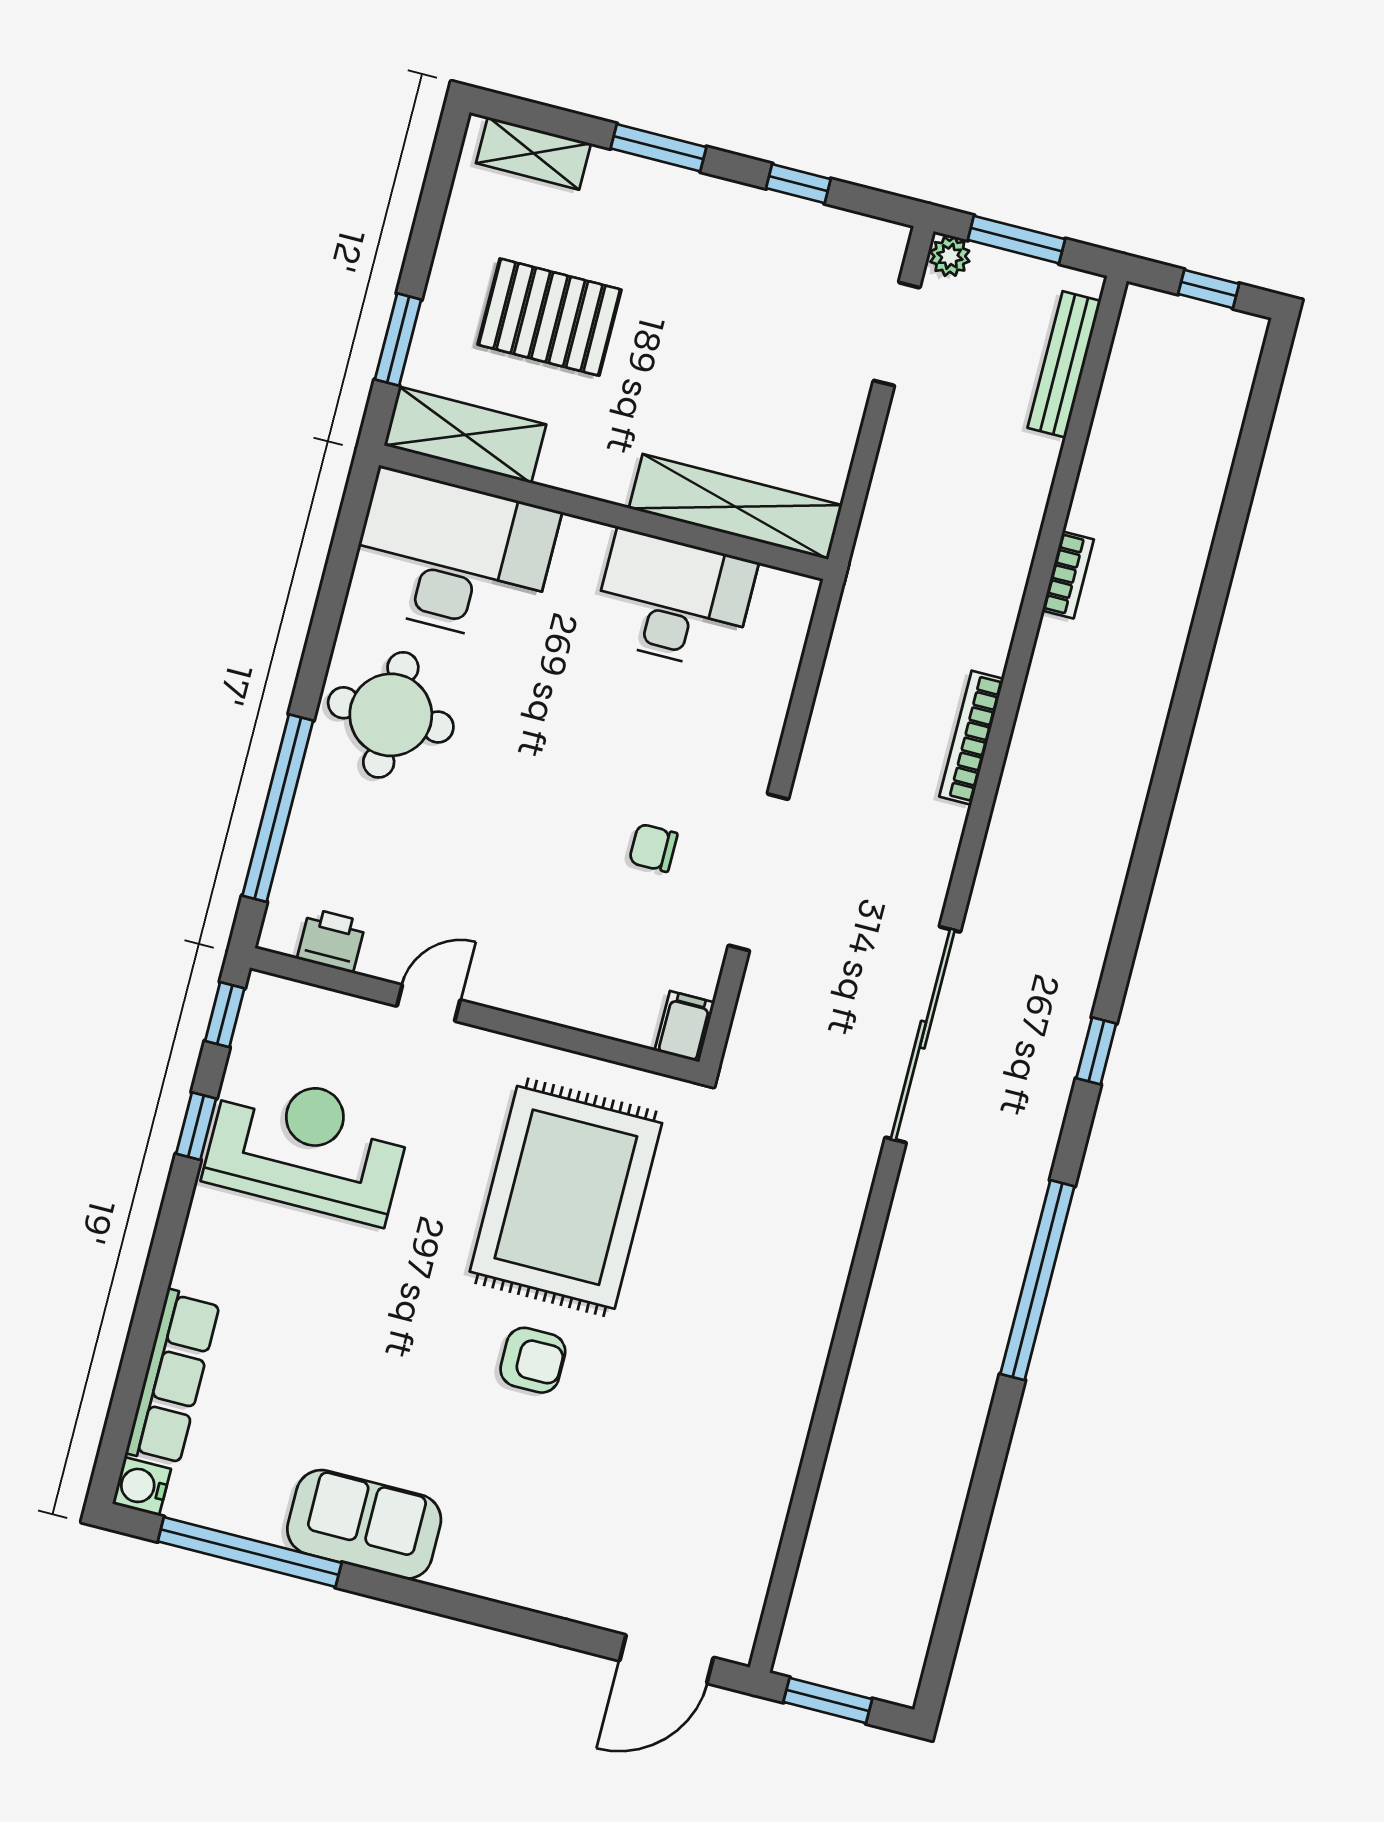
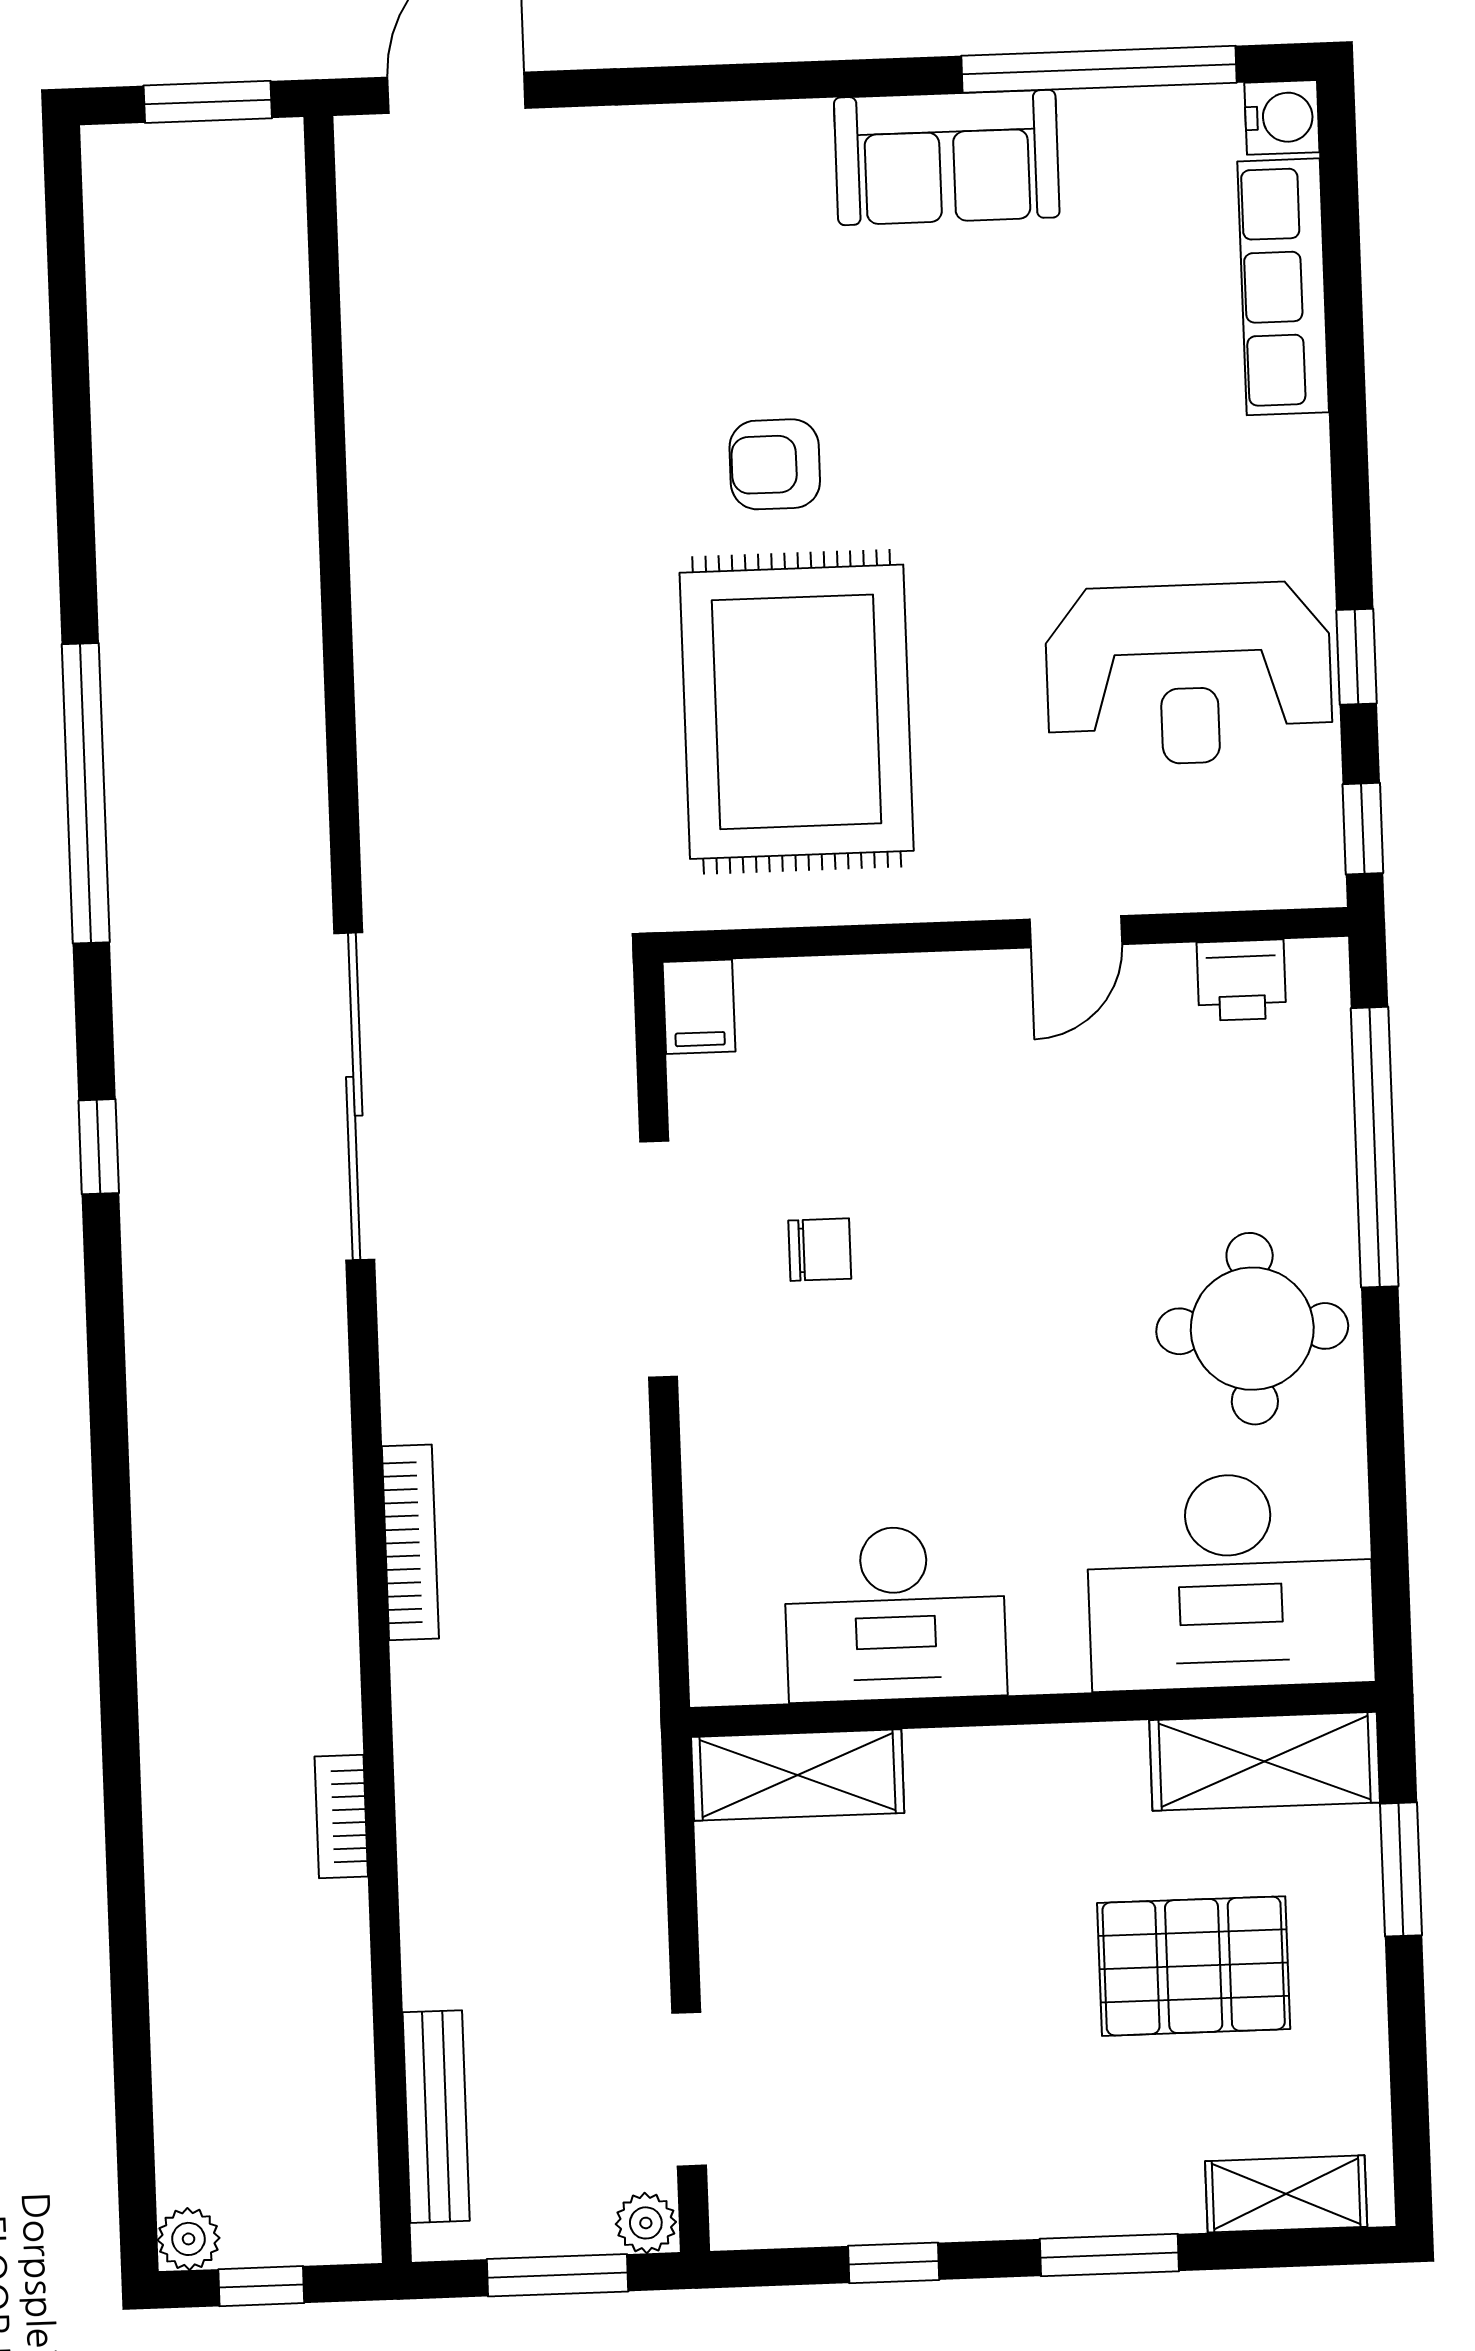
plant: (1246, 333) -> (189, 2239), added
shelving: (735, 507) -> (798, 1775), width x0.68

